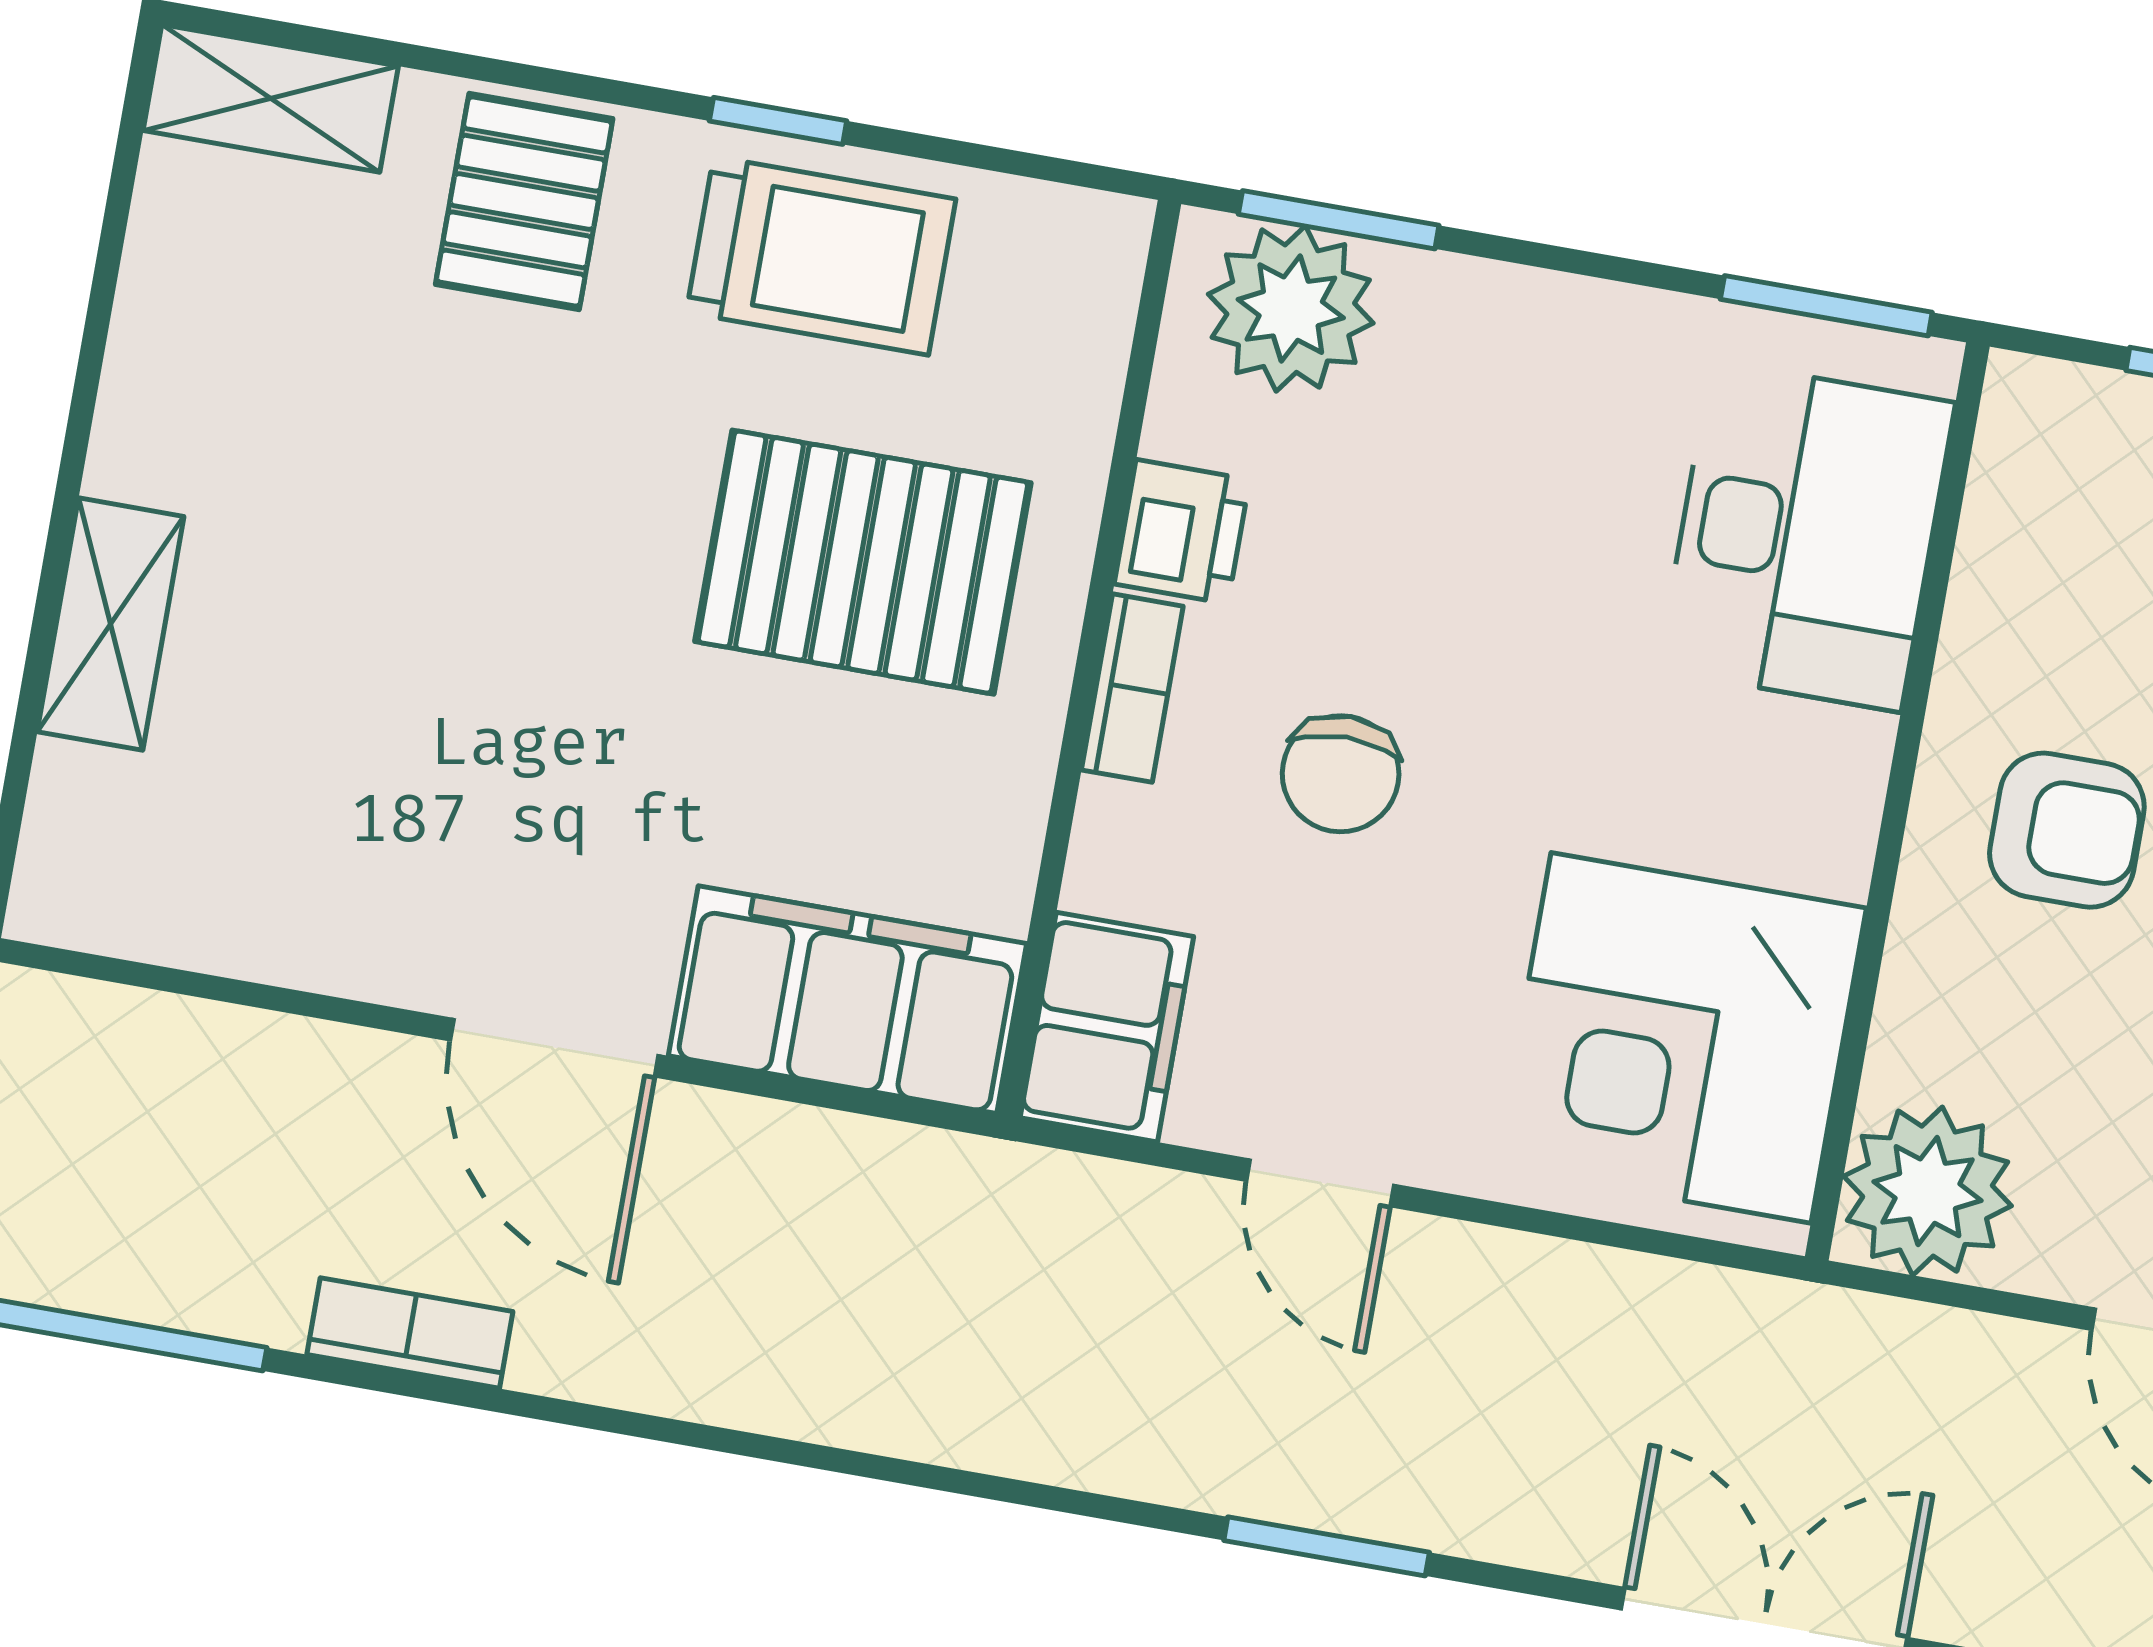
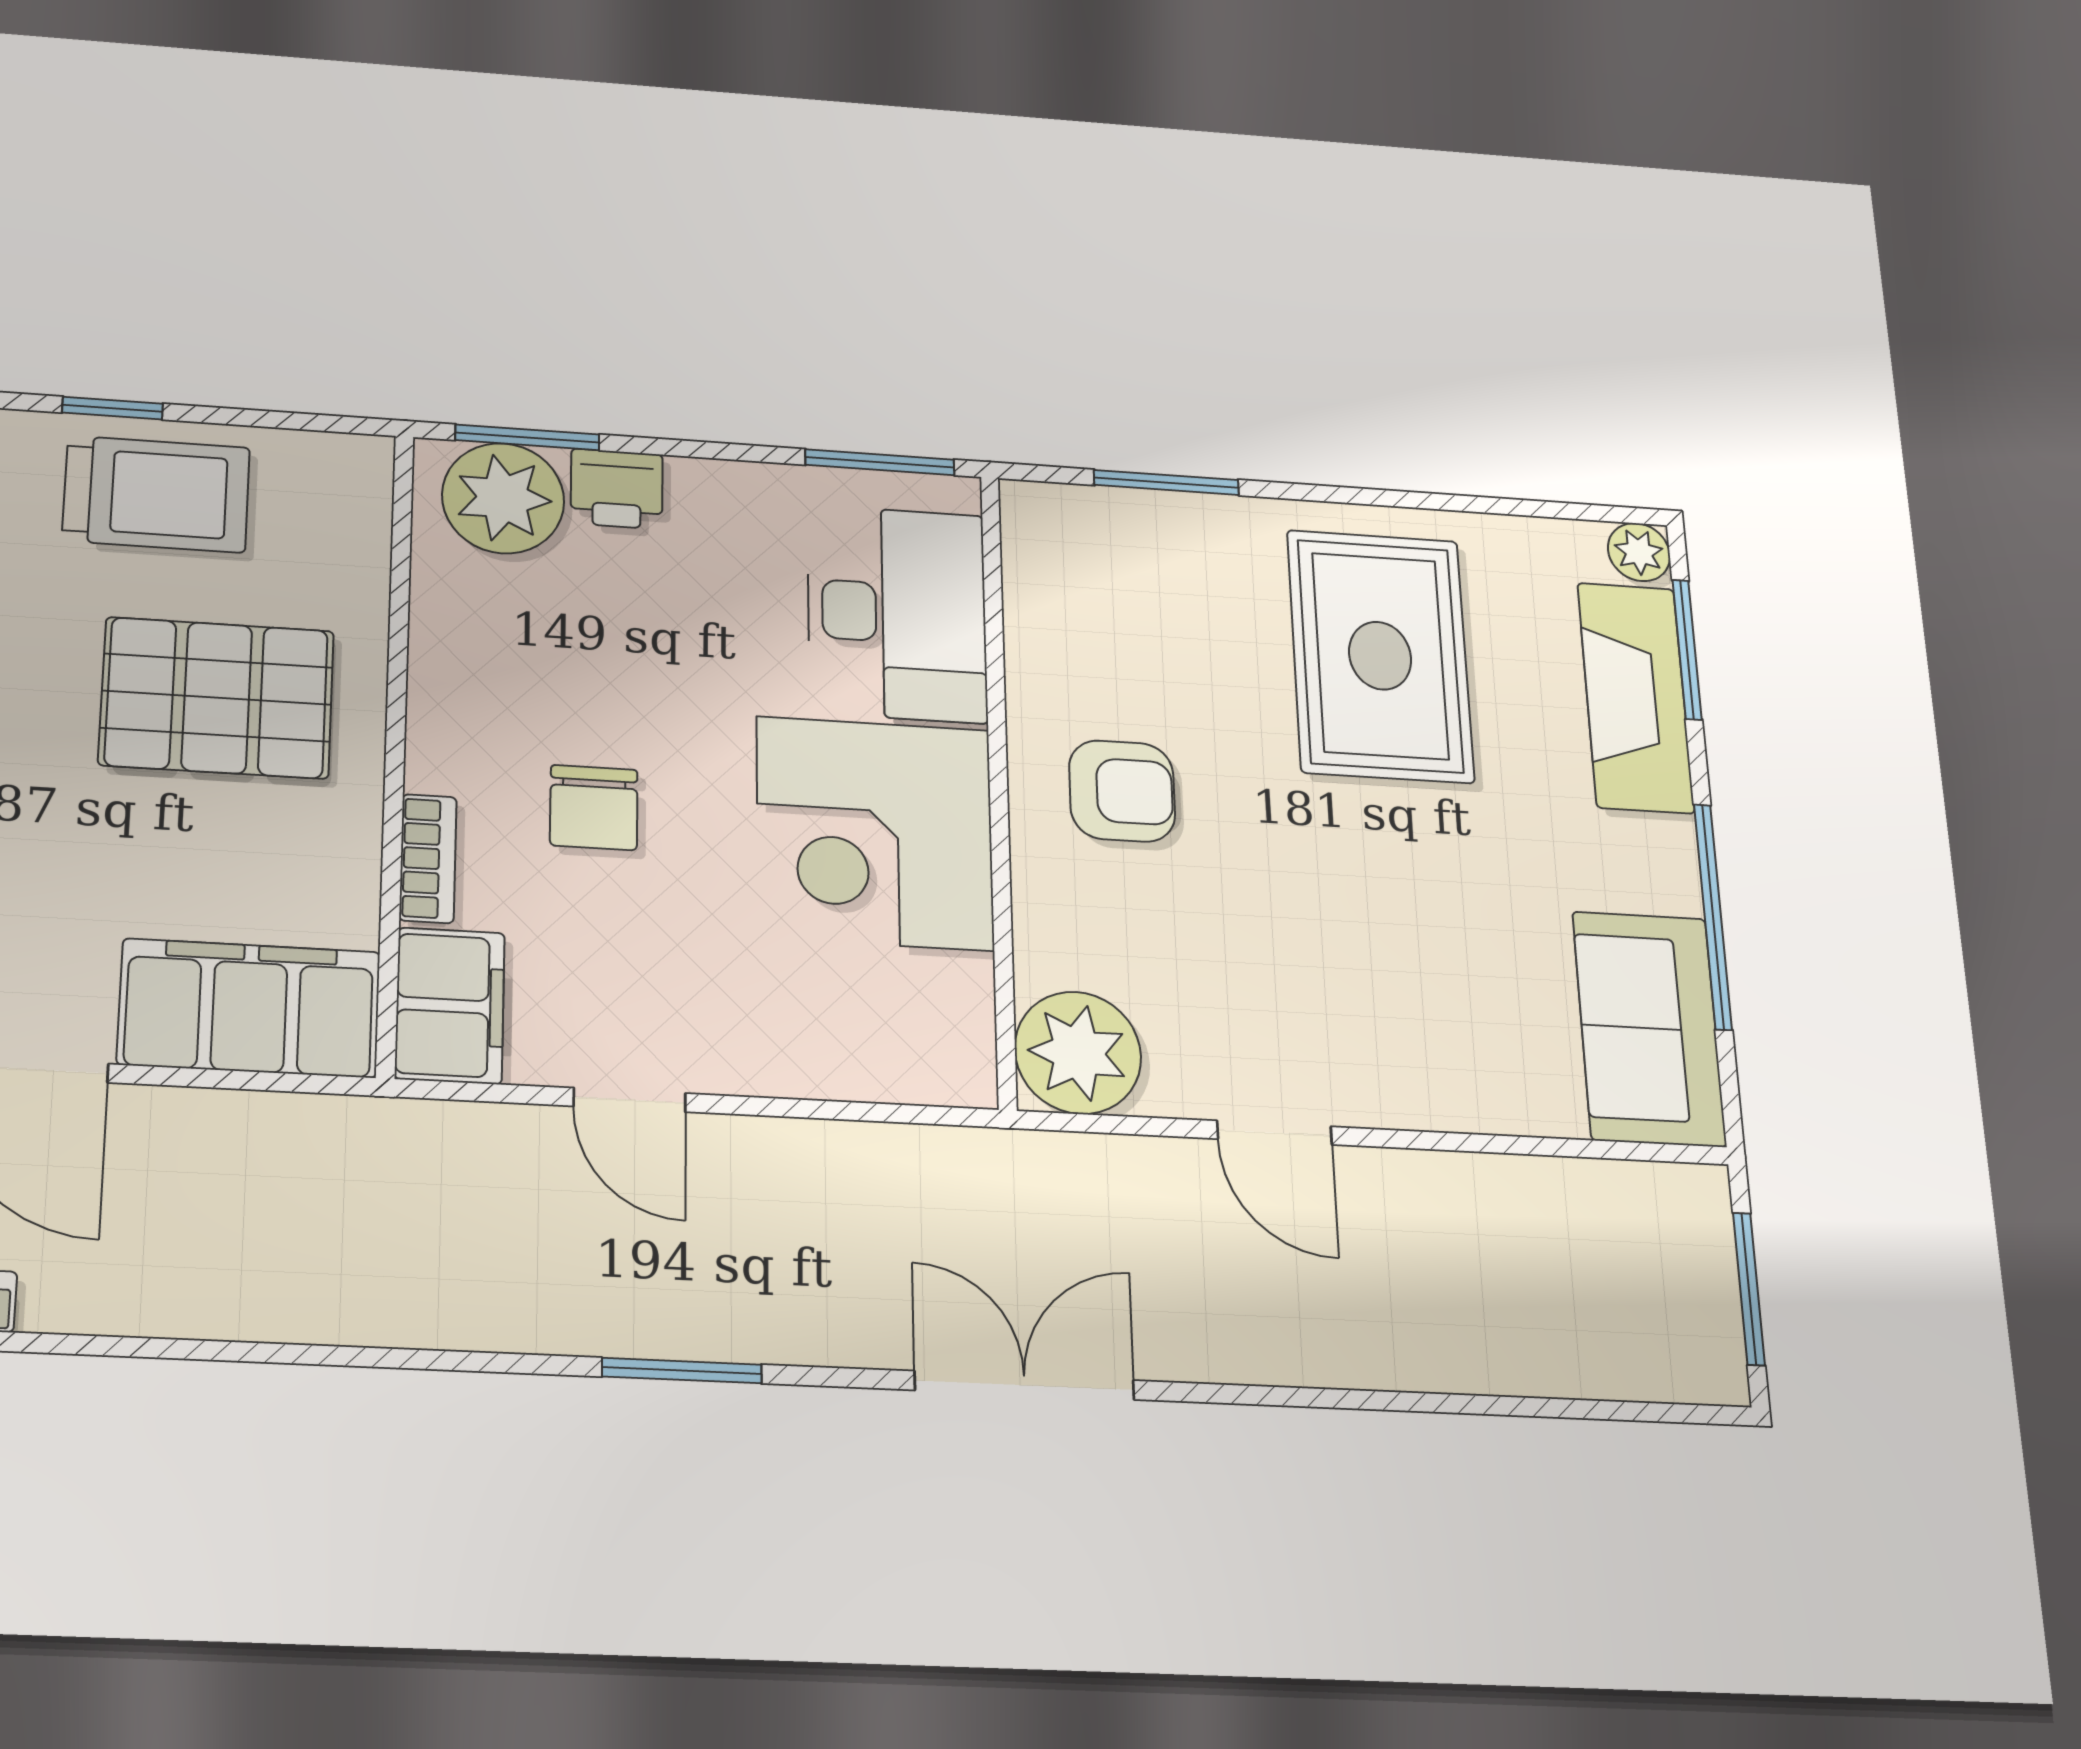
printer: (1182, 532) -> (617, 489), moved, turned 90
bookcase: (1132, 688) -> (428, 859), moved
corner desk: (1681, 1038) -> (875, 833), moved

